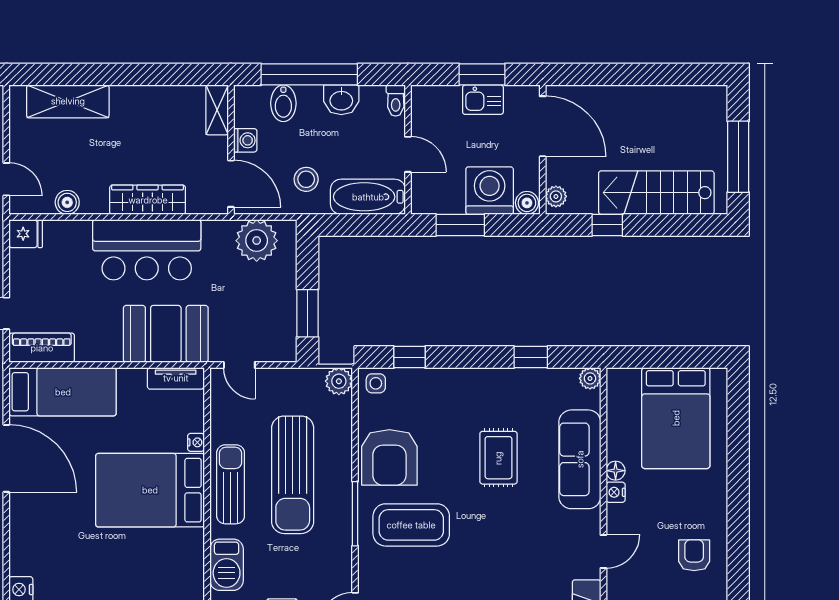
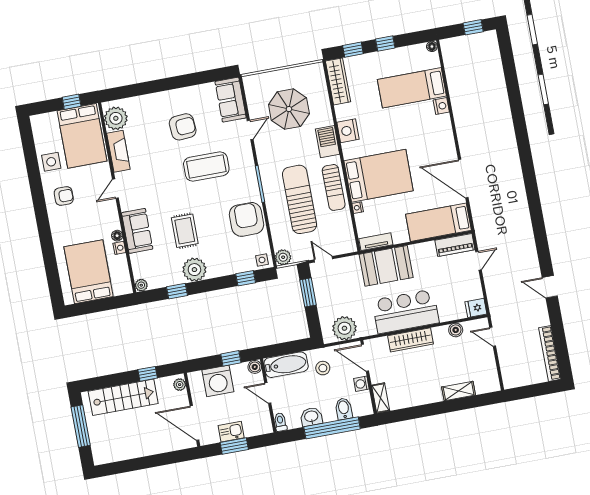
shelving: (68, 101) -> (459, 391), width x0.67, depth x0.75
boiler: (527, 203) -> (255, 367), moved
window: (460, 225) -> (231, 358), width x0.67
door: (239, 365) -> (323, 259), moved
plant: (494, 388) -> (194, 270), added
sofa: (580, 459) -> (137, 231), width x0.73
nightstand: (616, 492) -> (119, 248), moved
coffee table: (411, 525) -> (206, 167), moved
armchair: (694, 555) -> (64, 196), turned -90
nightstand: (188, 577) -> (348, 131), added

